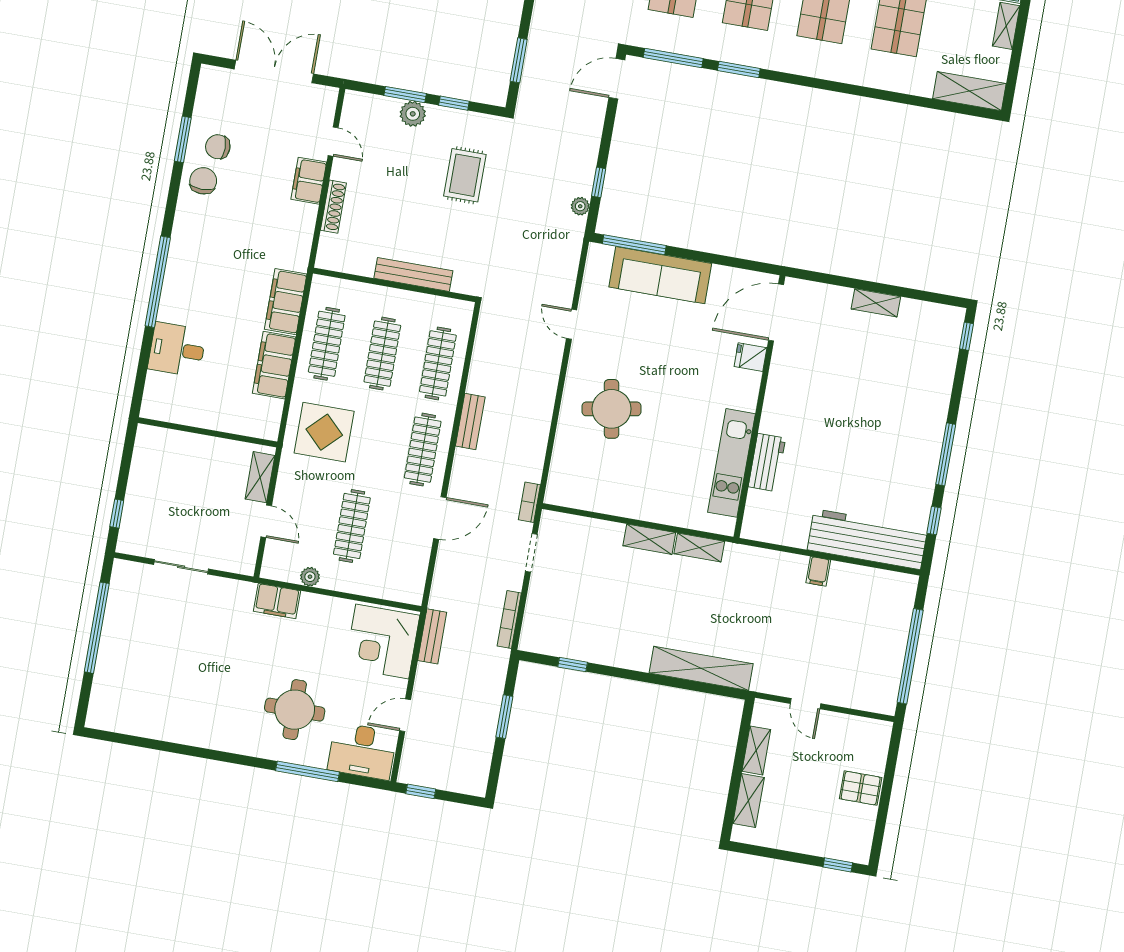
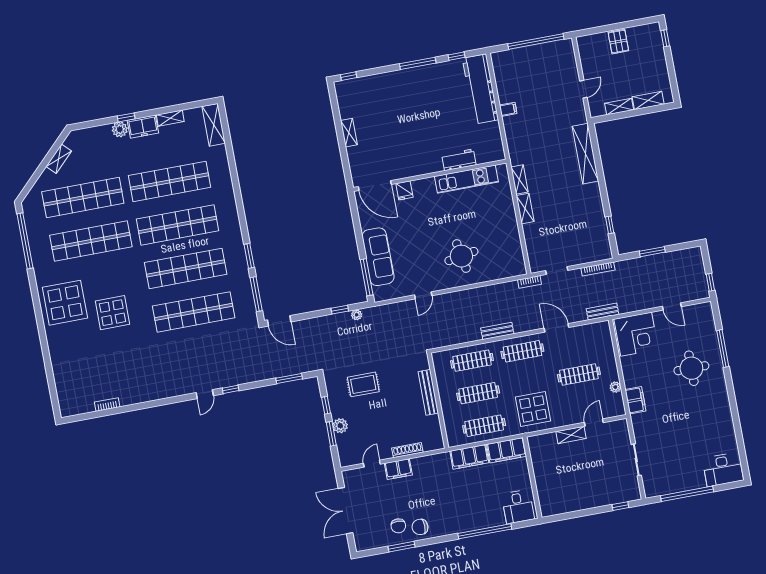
wall: (207, 432) -> (532, 478), moved
bench: (432, 636) -> (602, 312), moved
desk: (362, 751) -> (723, 469), moved, turned 90

